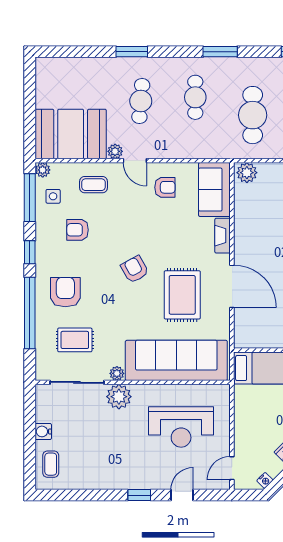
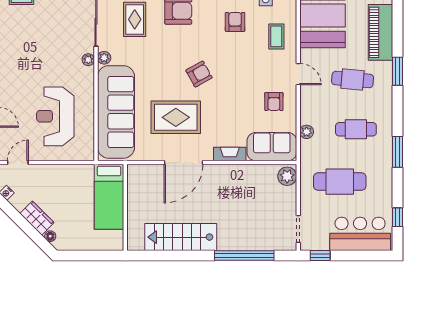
piano: (89, 70) -> (381, 32), added
plant: (115, 151) -> (307, 132), moved
door: (135, 161) -> (298, 74), swing flipped
plant: (119, 397) -> (88, 60), width x0.53, depth x0.53
door: (232, 468) -> (18, 163), hinge flipped

